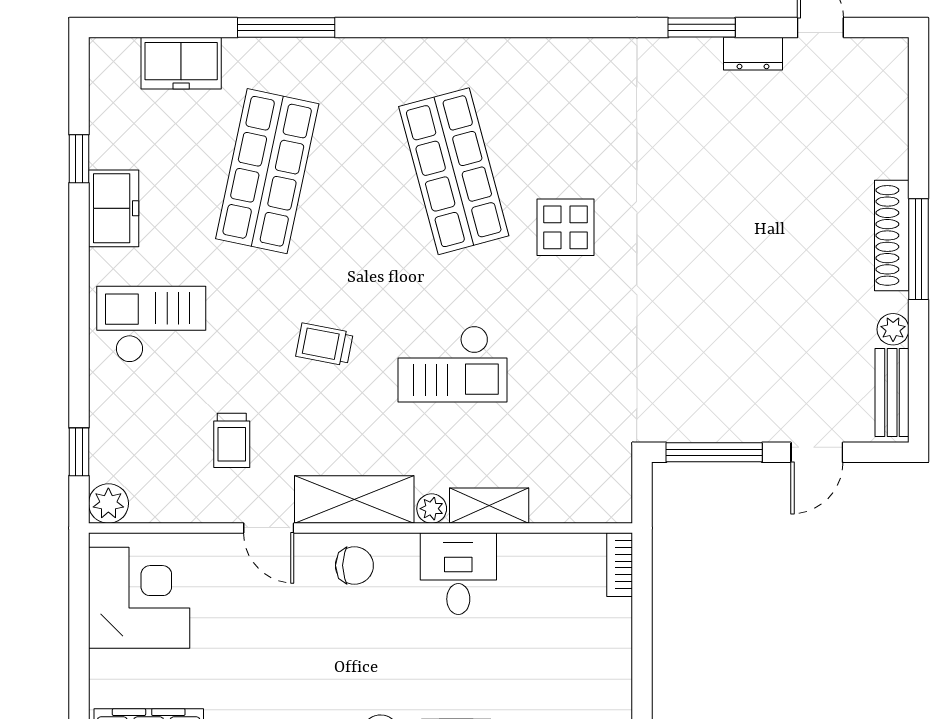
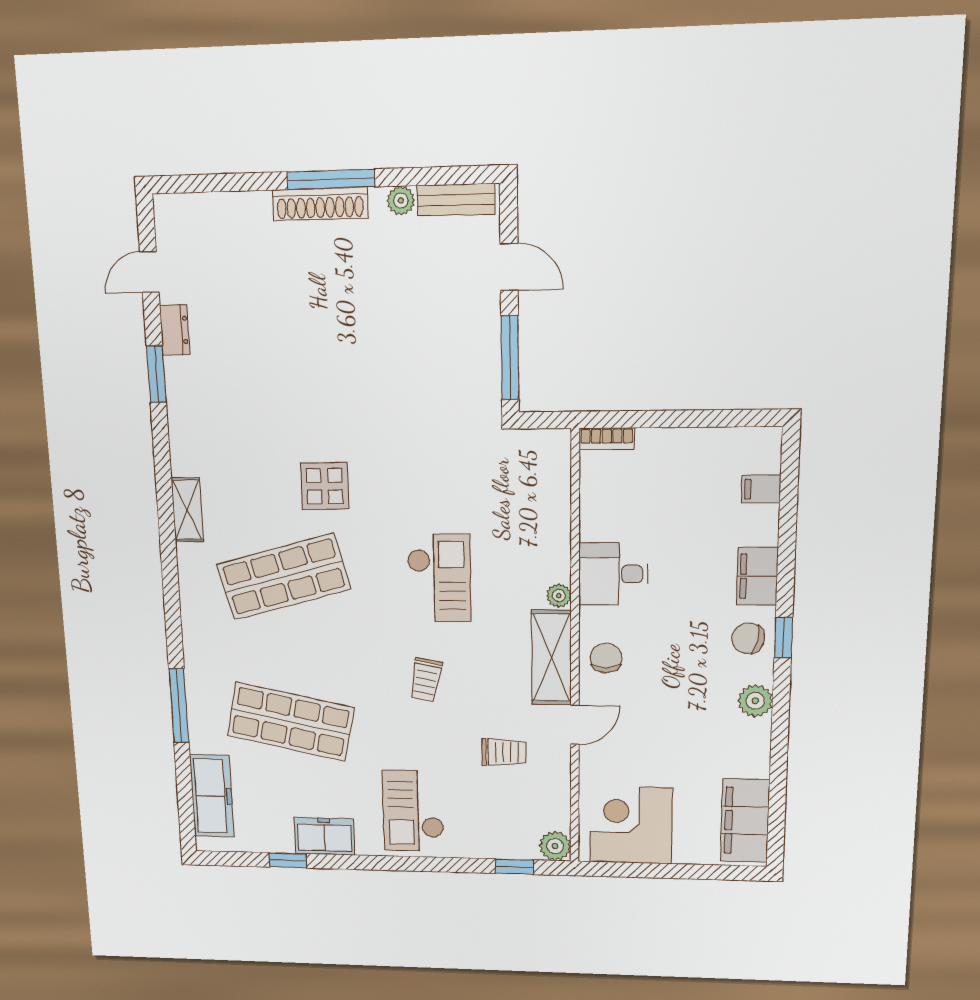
freezer: (181, 63) -> (212, 796), width x1.40
shelving: (489, 506) -> (187, 510), moved

